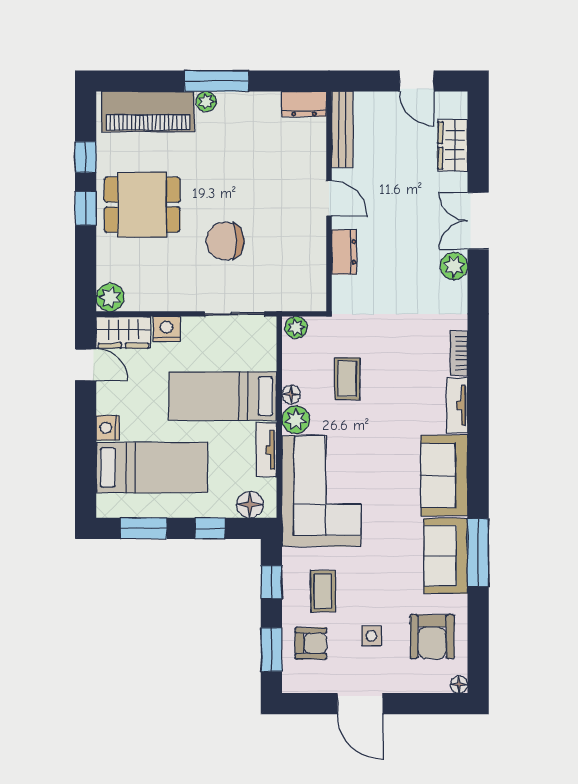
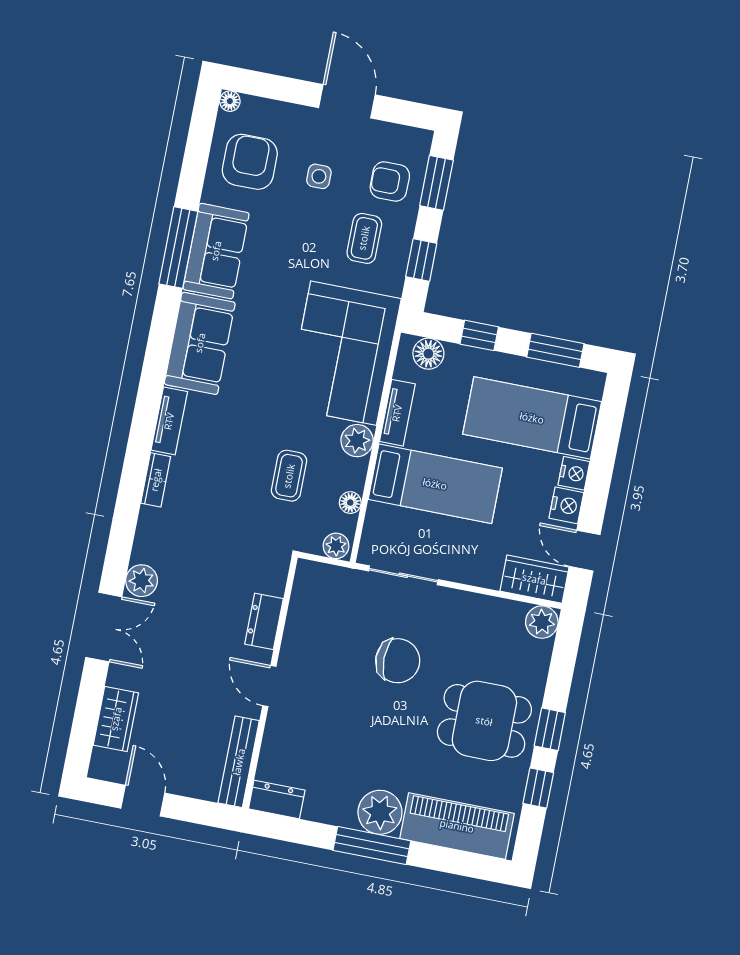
plant: (206, 102) -> (380, 812), width x1.88, depth x1.88
nightstand: (166, 329) -> (566, 505), moved, turned -90
floor lamp: (291, 394) -> (350, 503), moved

